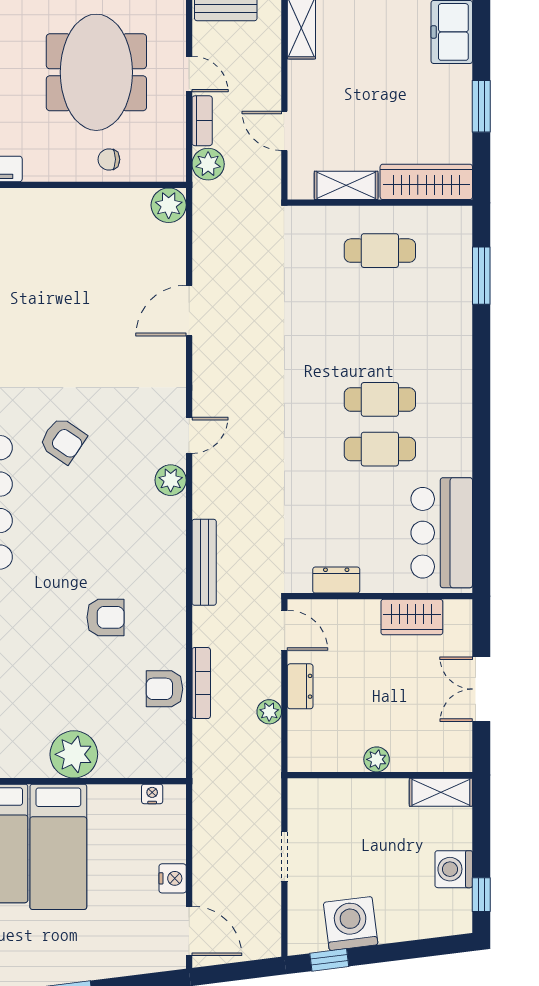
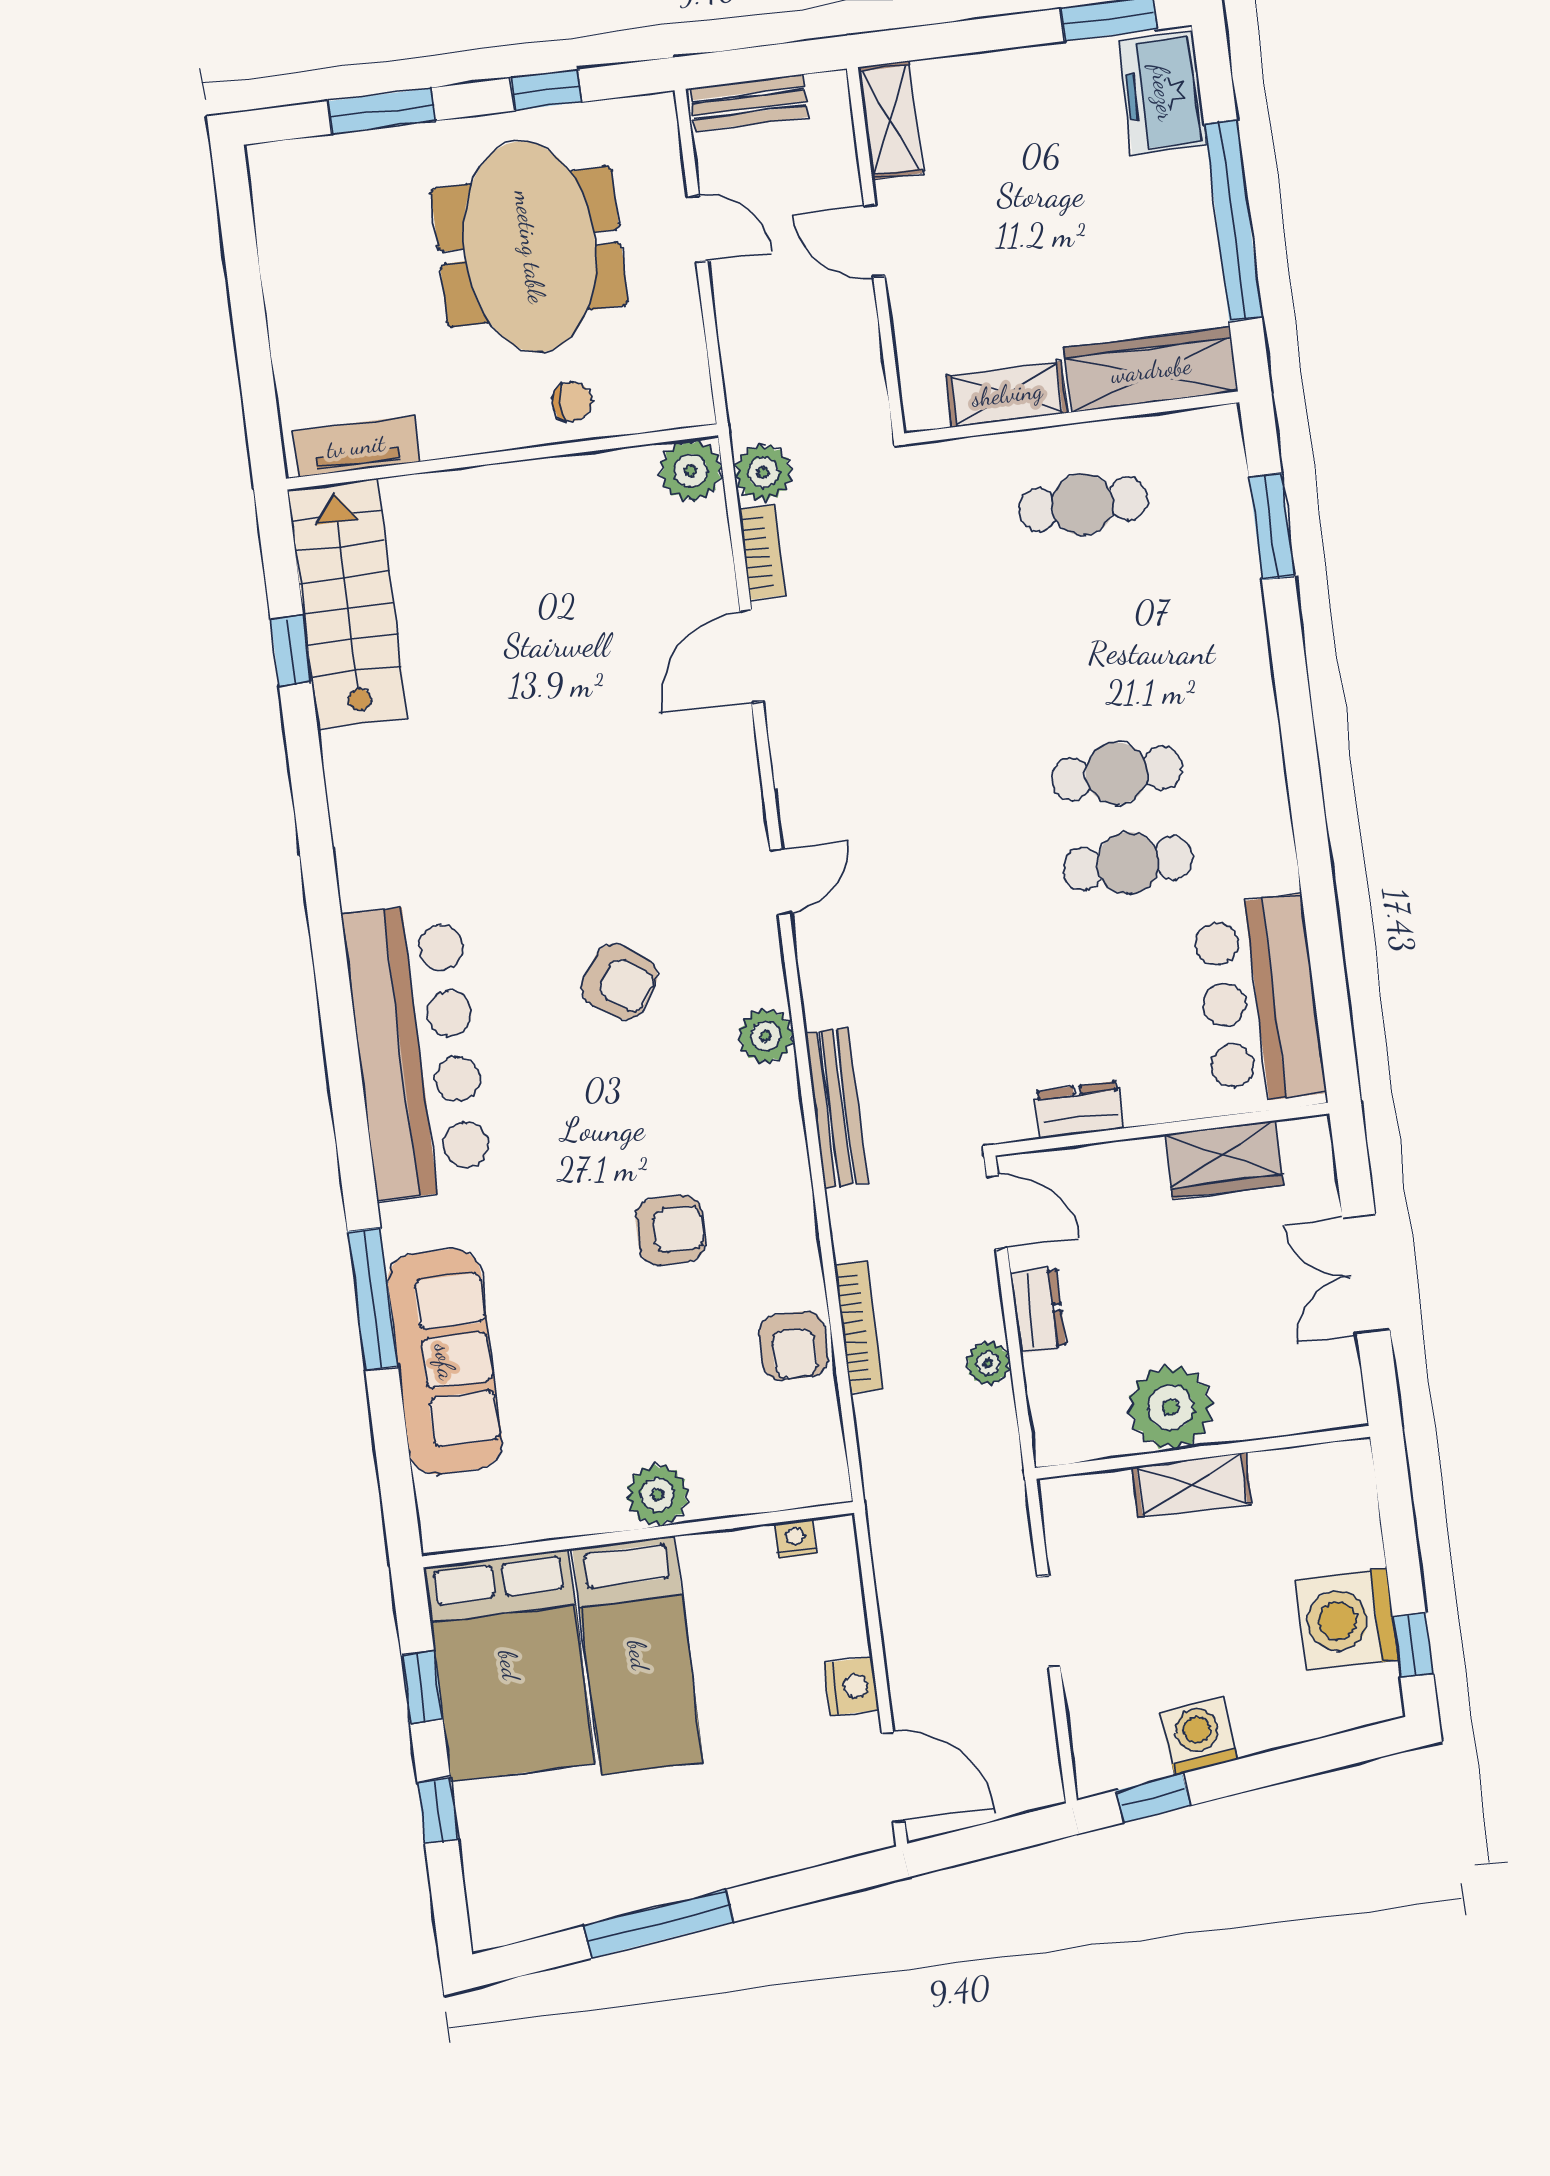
window: (481, 106) -> (1233, 220), width x2.11
bookcase: (202, 121) -> (762, 552), moved
door: (284, 131) -> (874, 241), moved
chair: (109, 159) -> (572, 402), turned 180
plant: (208, 164) -> (763, 472), moved
armchair: (63, 440) -> (620, 982), moved
plant: (171, 480) -> (766, 1036), moved
armchair: (164, 689) -> (794, 1346), turned -90
plant: (74, 754) -> (658, 1495), width x0.73, depth x0.73
plant: (377, 759) -> (1170, 1407), width x1.87, depth x1.87
shelving: (441, 792) -> (1192, 1485), moved
washing machine: (454, 869) -> (1346, 1620), width x1.37, depth x1.37
washing machine: (351, 924) -> (1198, 1736), width x0.73, depth x0.73

